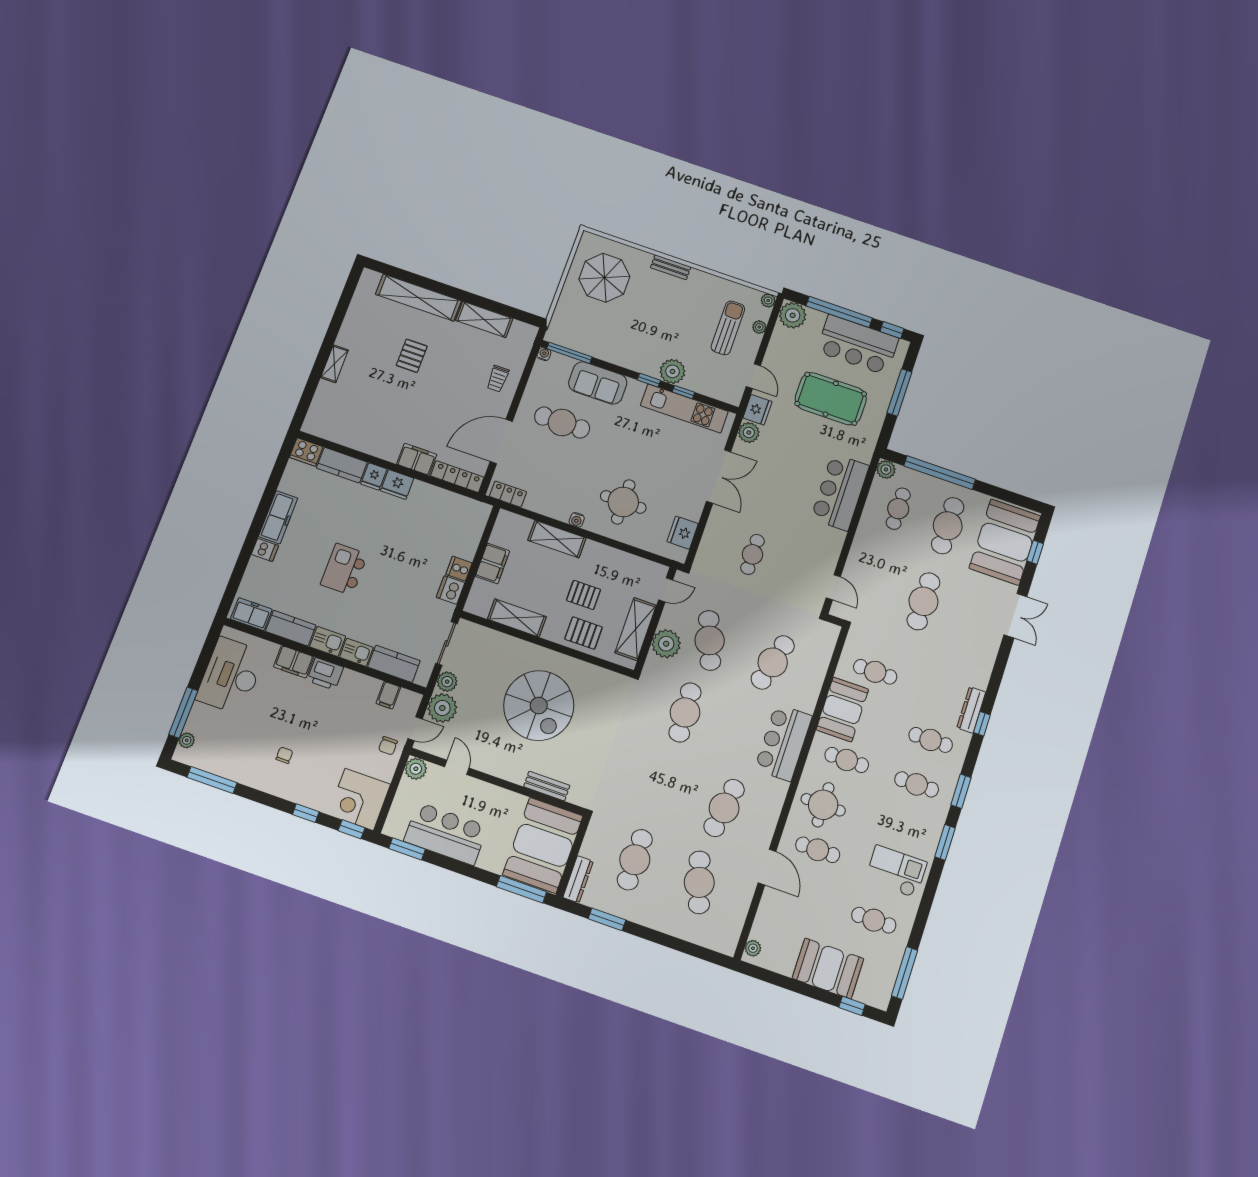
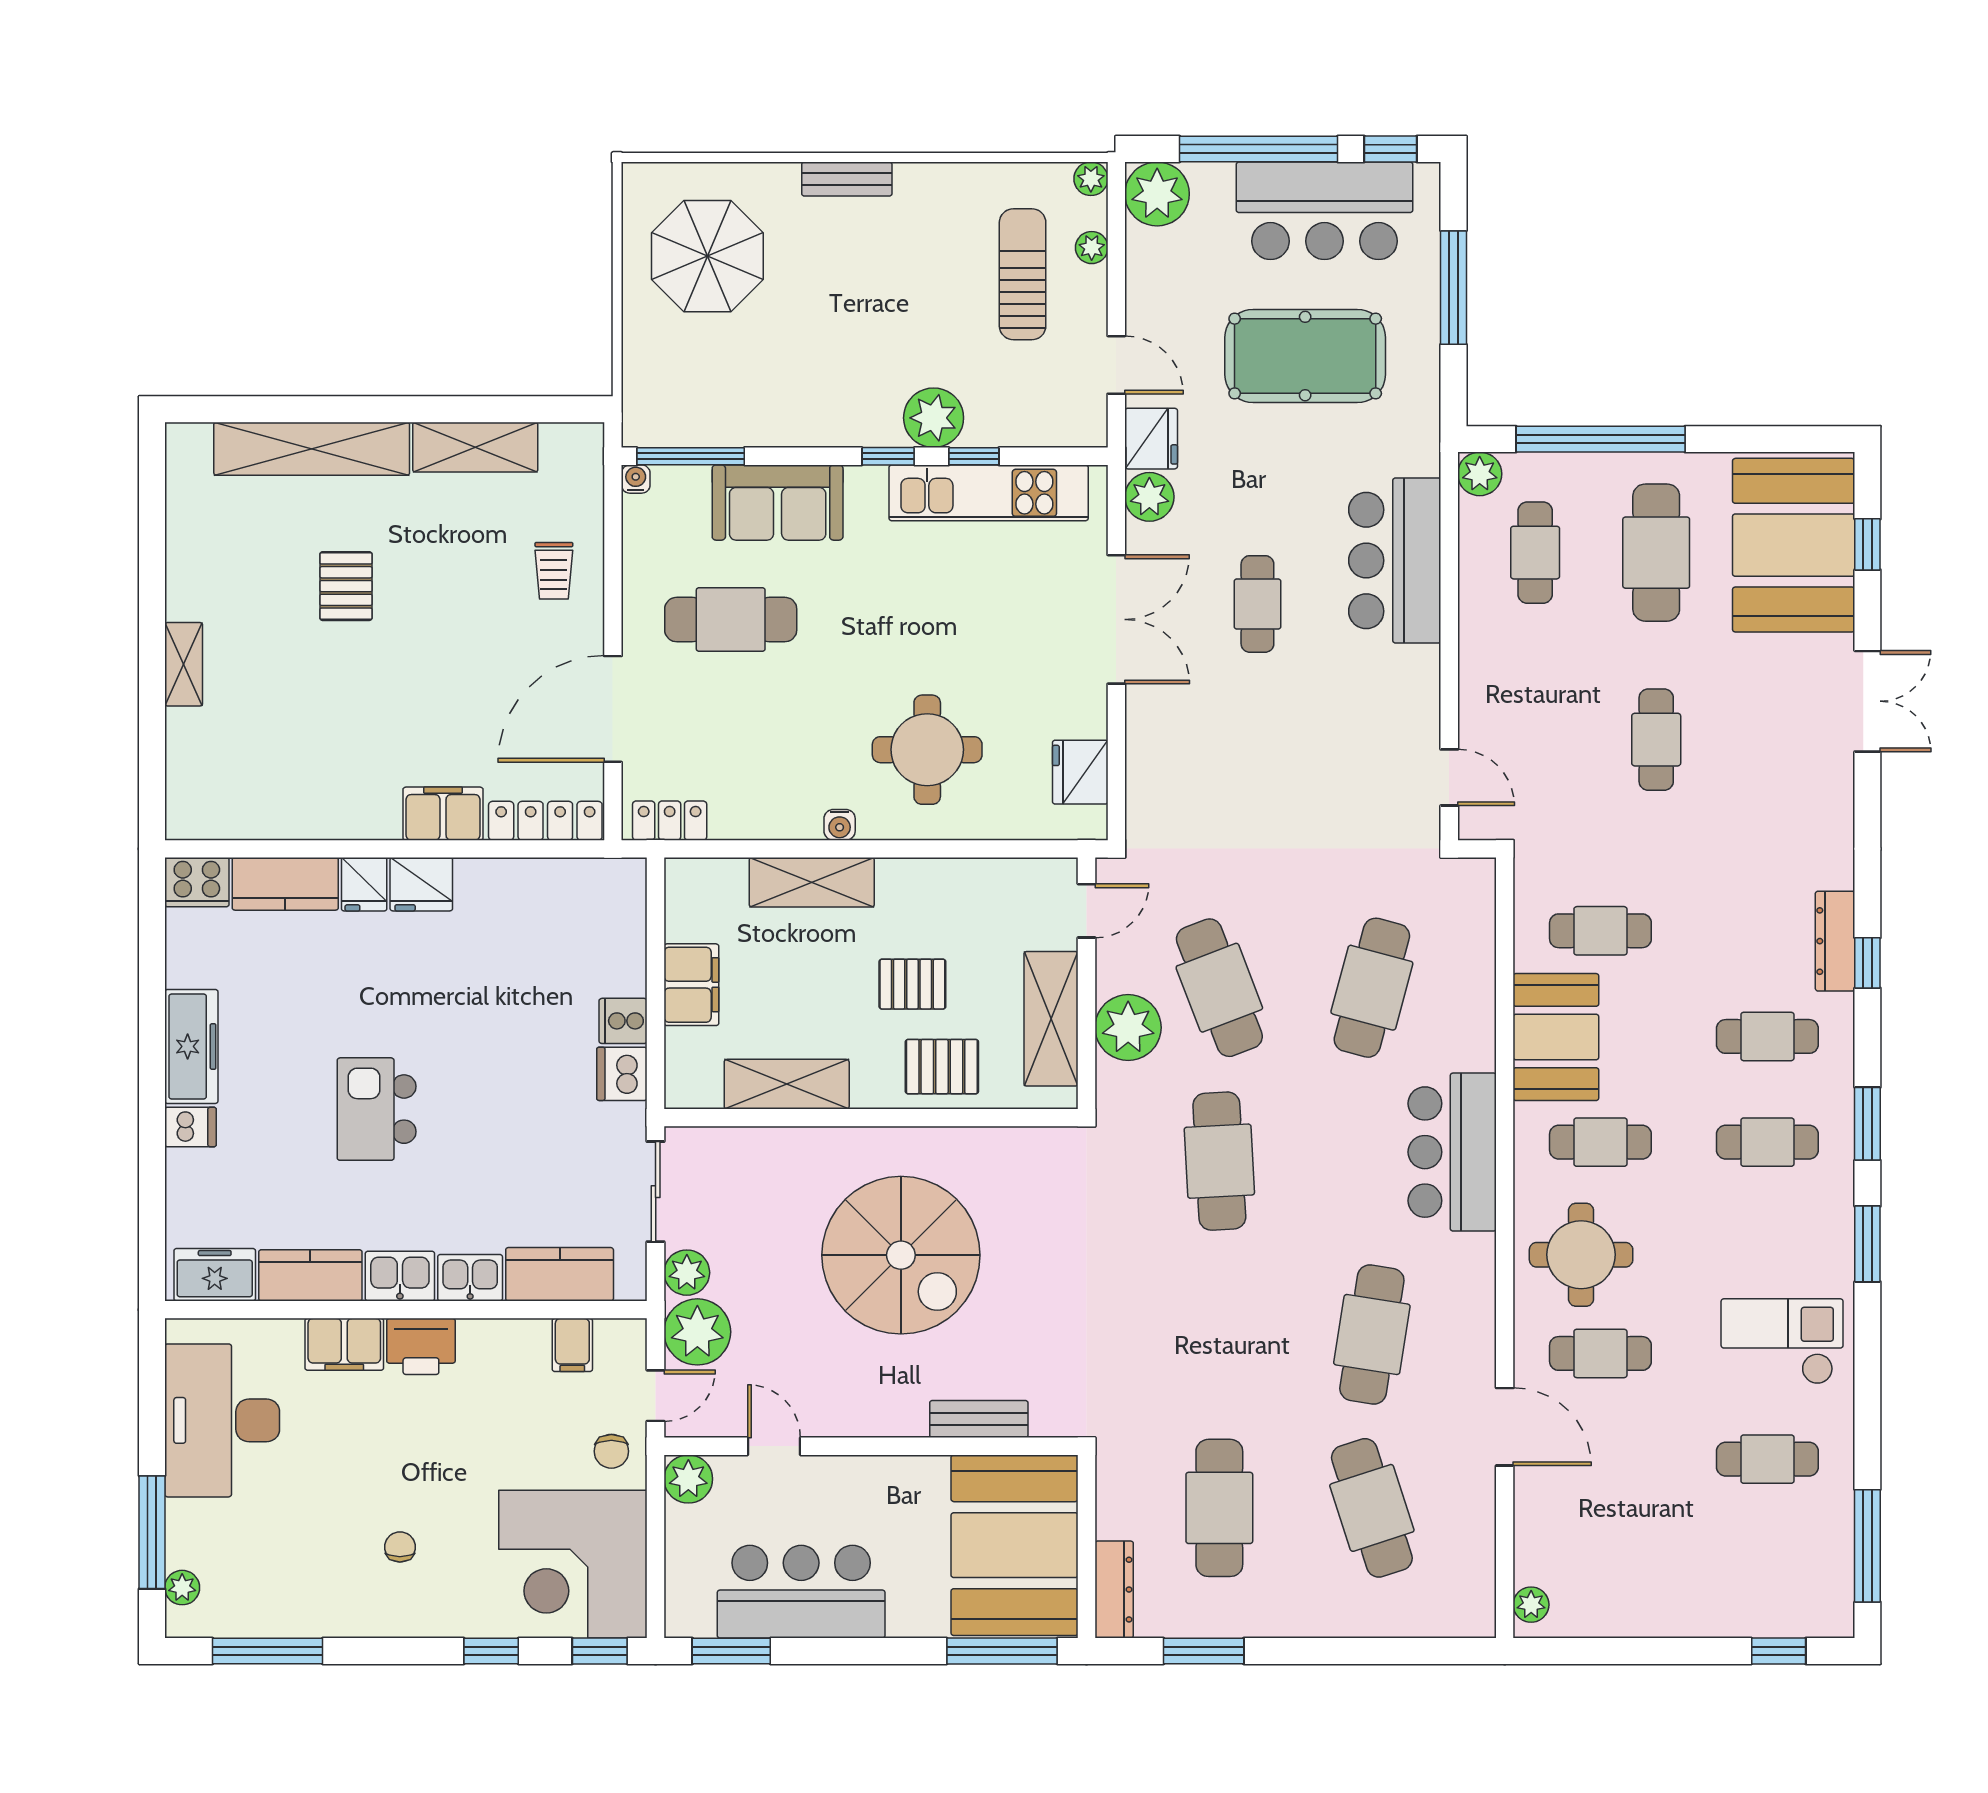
cafe table: (753, 554) -> (1257, 604), moved
cafe table: (923, 601) -> (1656, 740), width x0.73, depth x0.74
corner desk: (359, 799) -> (573, 1564), width x1.36, depth x1.36
booth: (828, 968) -> (1703, 1592), removed

